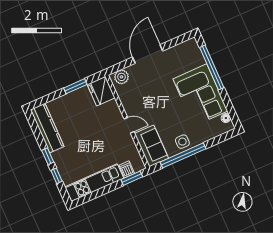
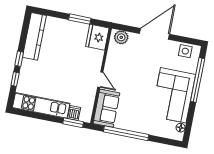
side table: (182, 142) -> (185, 51), moved

